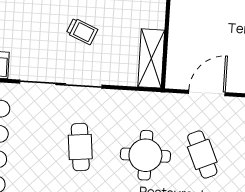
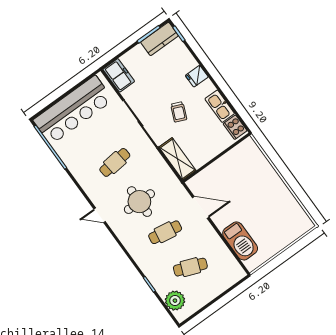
shelving: (151, 58) -> (178, 159), moved, turned 90
cafe table: (202, 154) -> (165, 232), turned 33

